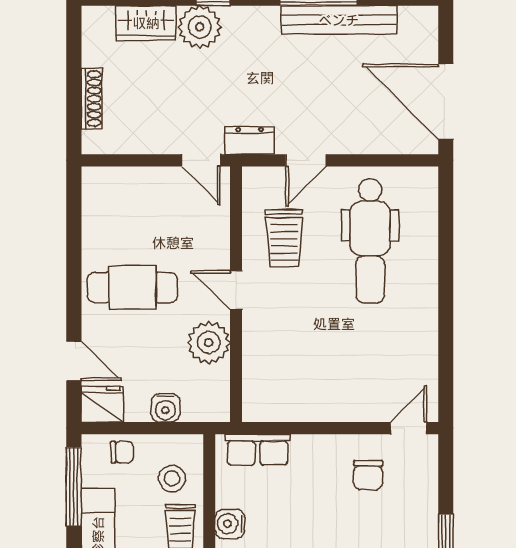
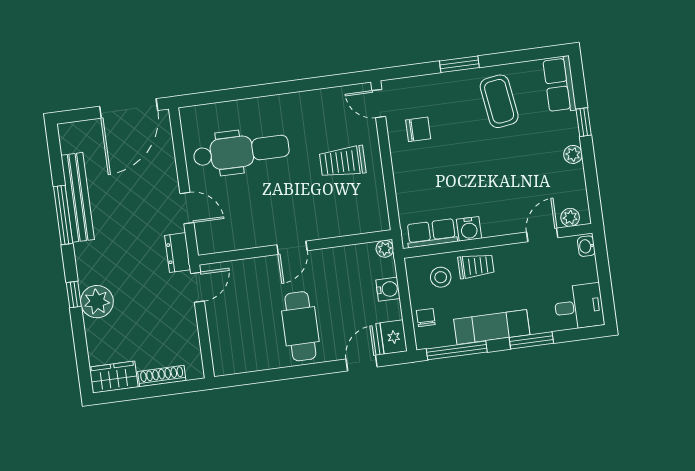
wardrobe: (146, 23) -> (114, 377), moved, turned -90
trolley: (284, 238) -> (343, 162), moved, turned 180
plant: (209, 343) -> (385, 249), moved, width x0.53, depth x0.53
row of seats: (257, 450) -> (432, 233), moved, turned -90

